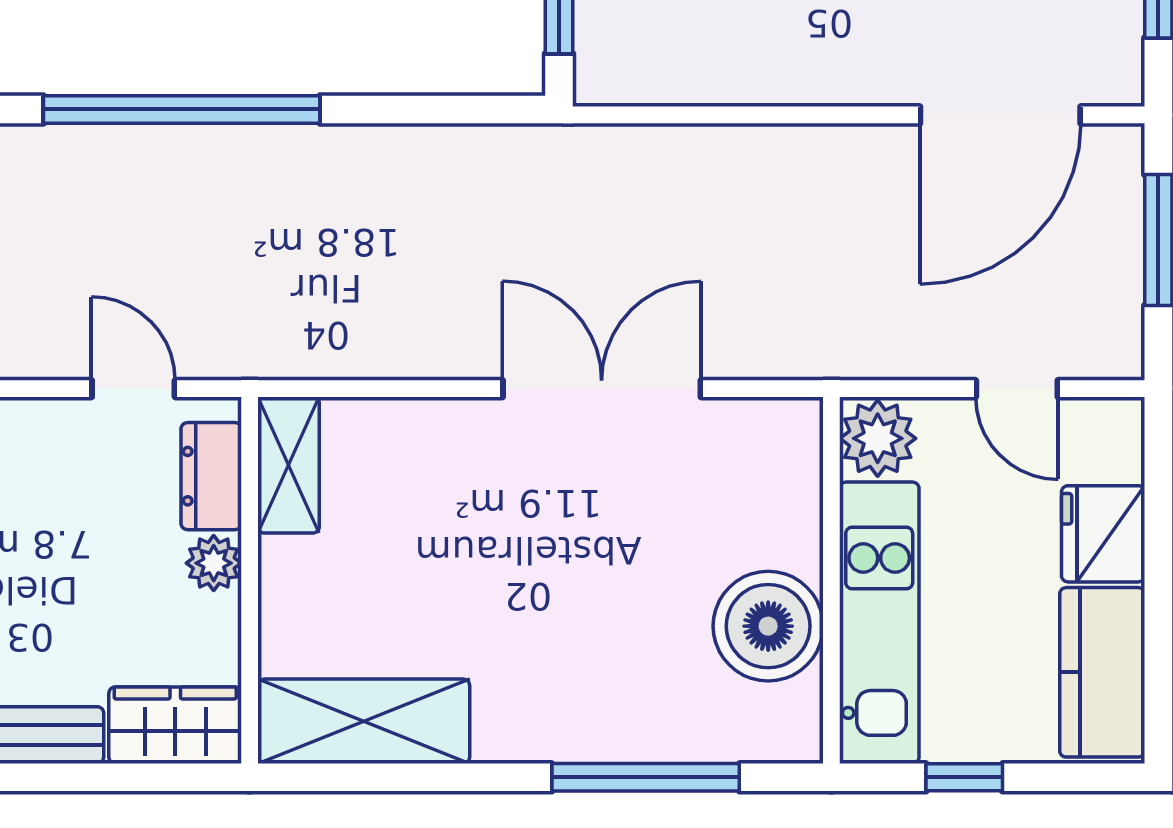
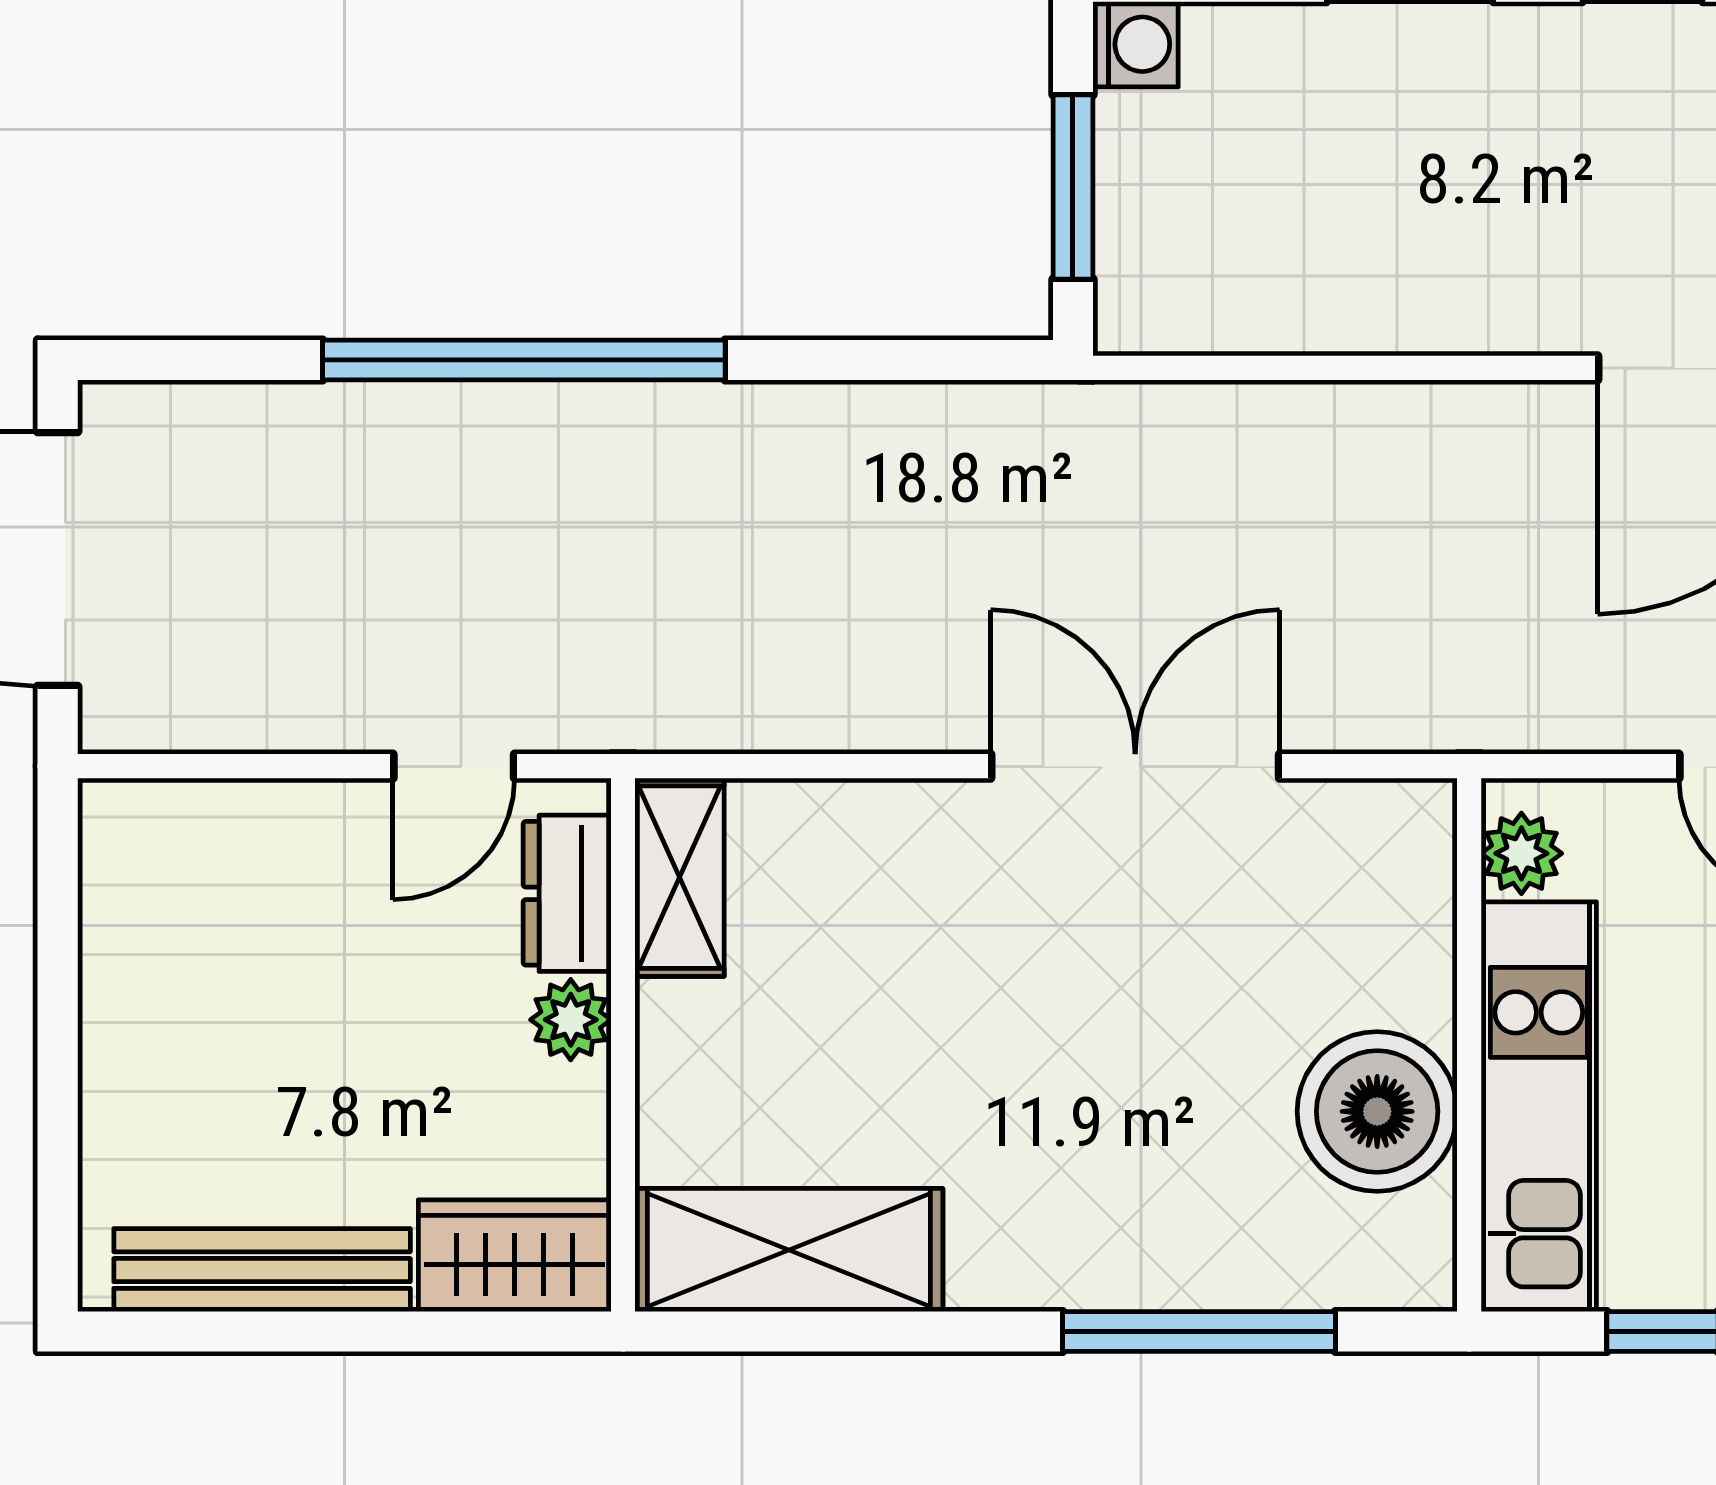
door: (133, 389) -> (454, 766), swing flipped
plant: (878, 438) -> (1521, 853), width x0.73, depth x0.73

